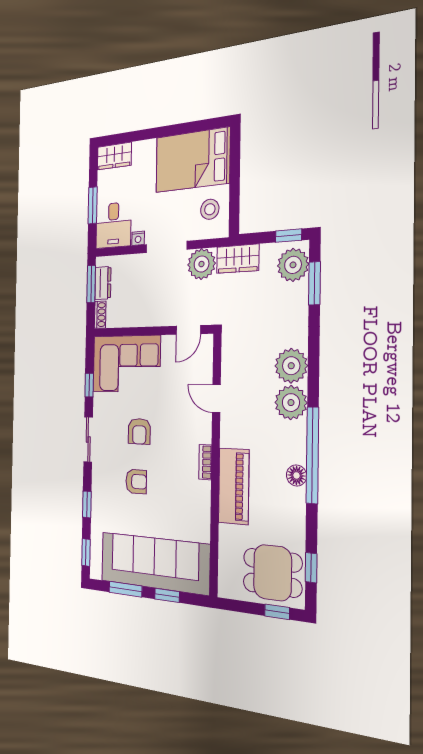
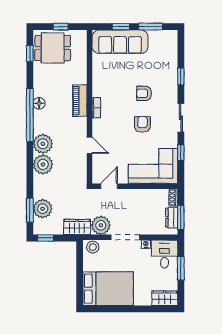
stool: (210, 209) -> (93, 247), moved
plant: (293, 265) -> (43, 209), moved
piano: (234, 486) -> (80, 101), width x0.73, depth x0.75
window: (86, 552) -> (181, 46), removed
sofa: (154, 563) -> (120, 42), width x0.74, depth x0.79
window: (277, 612) -> (61, 27), moved

